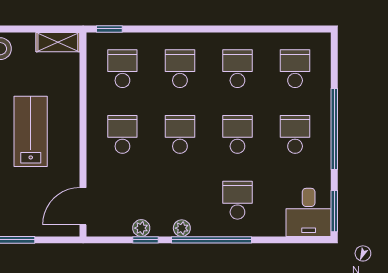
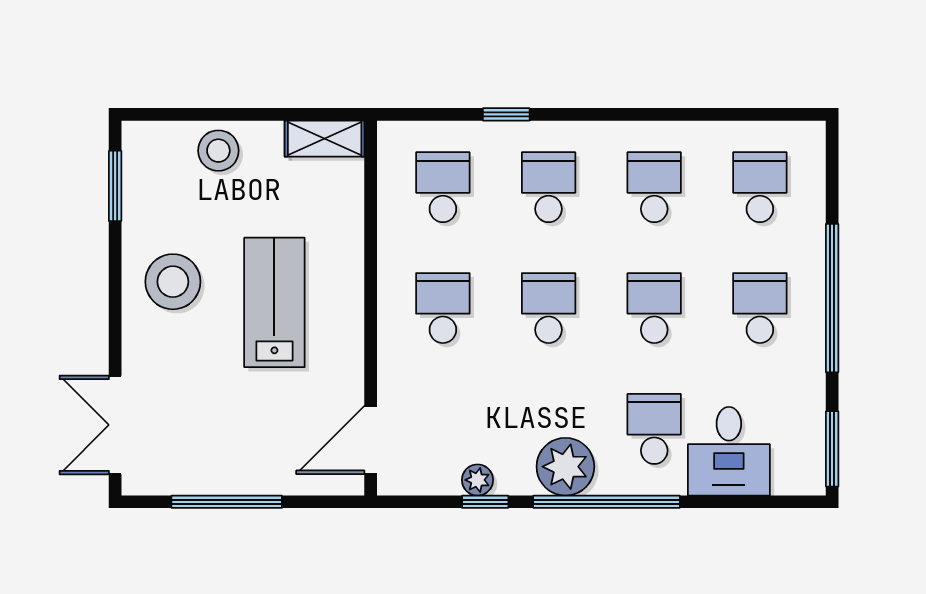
window: (109, 29) -> (506, 114), moved
desk: (309, 212) -> (729, 451), moved
plant: (182, 228) -> (565, 467), width x1.88, depth x1.88

